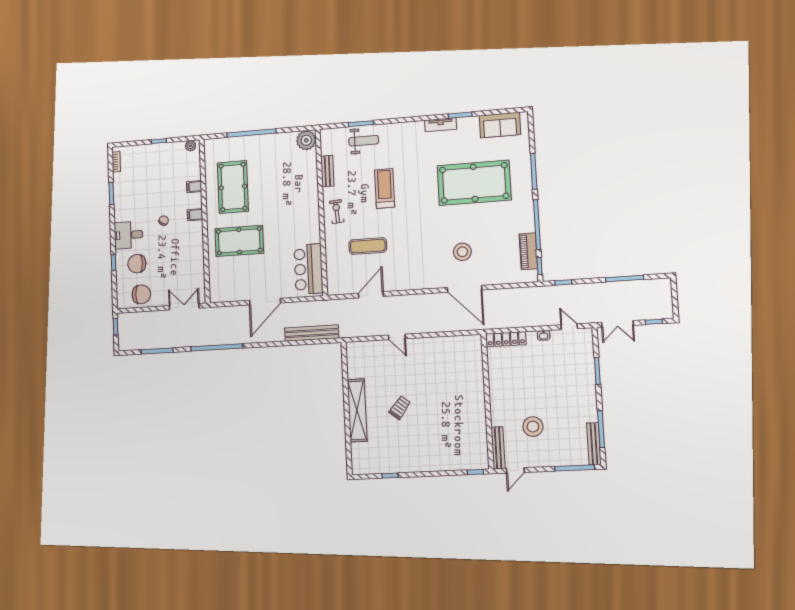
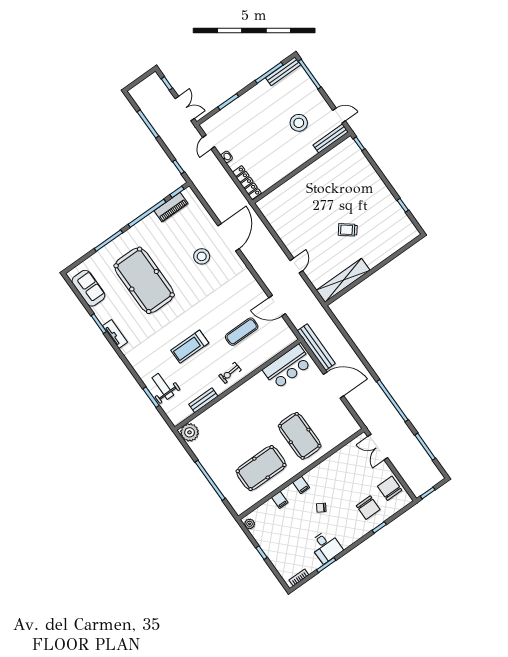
desk: (128, 235) -> (326, 547), moved
exercise mat: (368, 246) -> (242, 332), turned 90
bench: (312, 333) -> (316, 347), moved
shelving: (357, 410) -> (343, 280), moved

